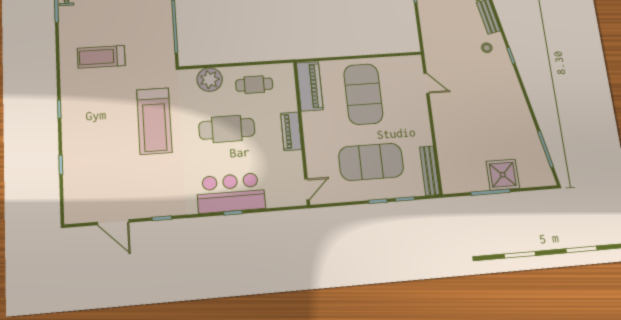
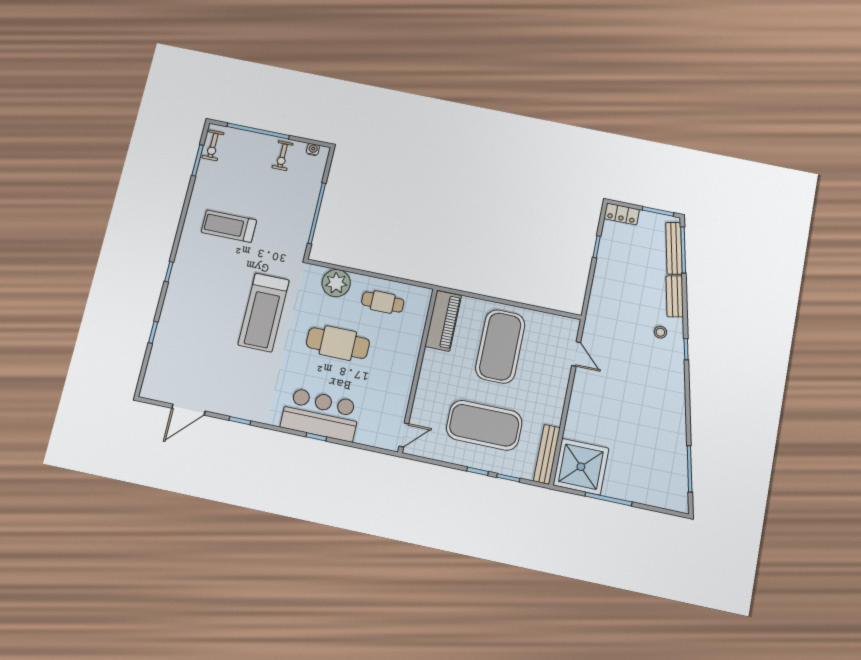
piano: (291, 131) -> (407, 366), removed
shower: (503, 175) -> (581, 467), moved, width x1.37, depth x1.37
door: (113, 222) -> (189, 410), hinge flipped

